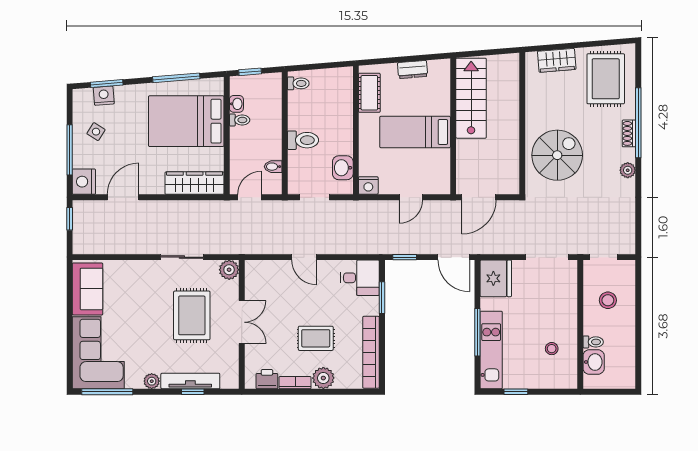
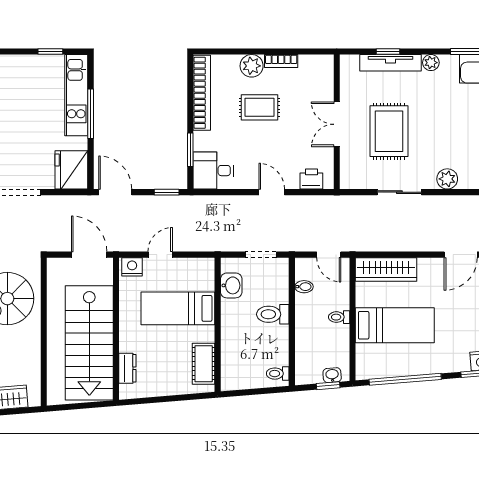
dresser: (413, 70) -> (127, 368), moved, turned 95
window: (176, 78) -> (405, 379), width x1.46
stairs: (471, 98) -> (89, 343), width x1.36, depth x1.51
washbasin: (236, 104) -> (332, 375), moved, turned 85
toilet: (240, 120) -> (339, 317), moved
bed: (186, 121) -> (395, 325), width x0.67
bed: (415, 132) -> (178, 308), moved, turned 180
nightstand: (368, 186) -> (132, 267), moved
door: (249, 197) -> (329, 255), hinge flipped
door: (479, 197) -> (89, 255), hinge flipped
plant: (229, 270) -> (447, 179), moved
stool: (552, 349) -> (13, 97), removed
printer: (267, 379) -> (311, 179), moved, turned 180

